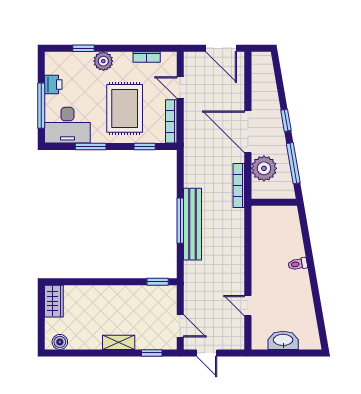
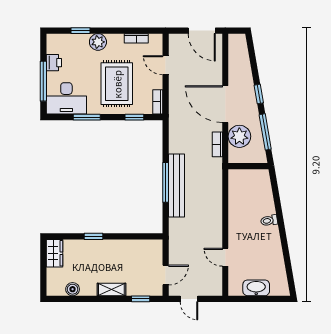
bookcase: (171, 121) -> (158, 102), width x0.64
bookcase: (239, 185) -> (217, 144), width x0.64
window: (158, 282) -> (94, 236), moved
door: (180, 326) -> (166, 275), hinge flipped
boiler: (60, 342) -> (73, 289), moved

